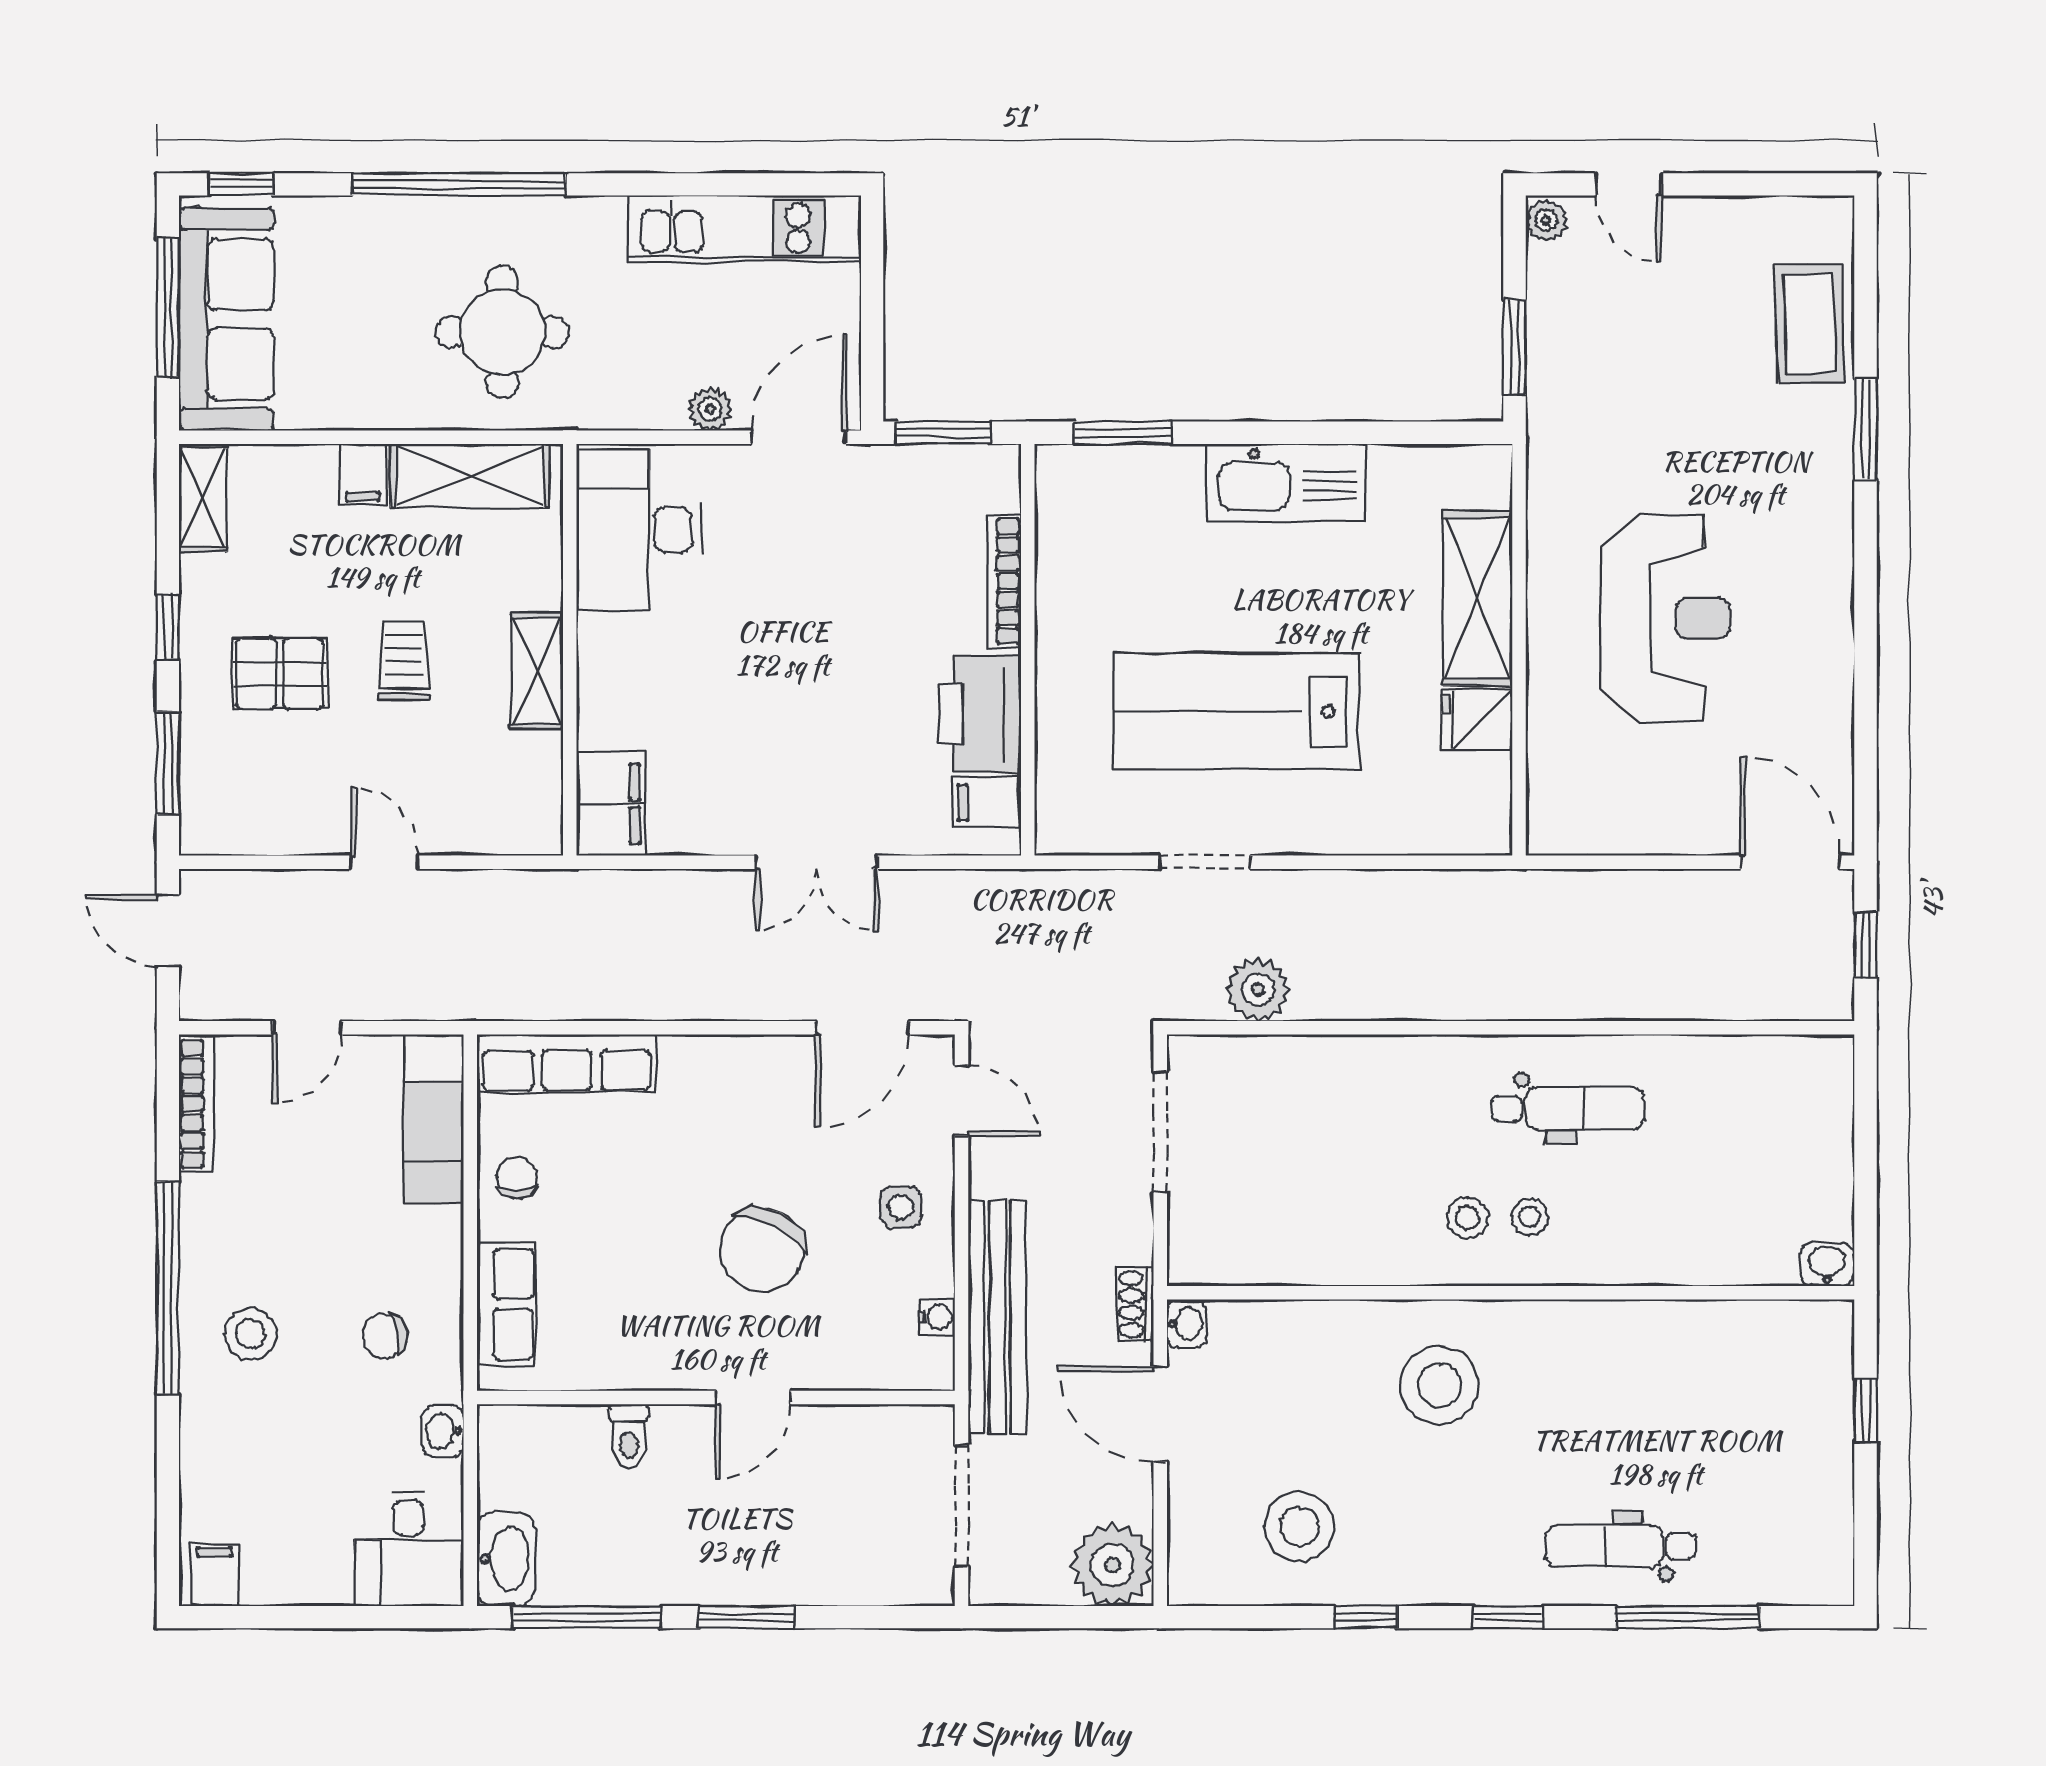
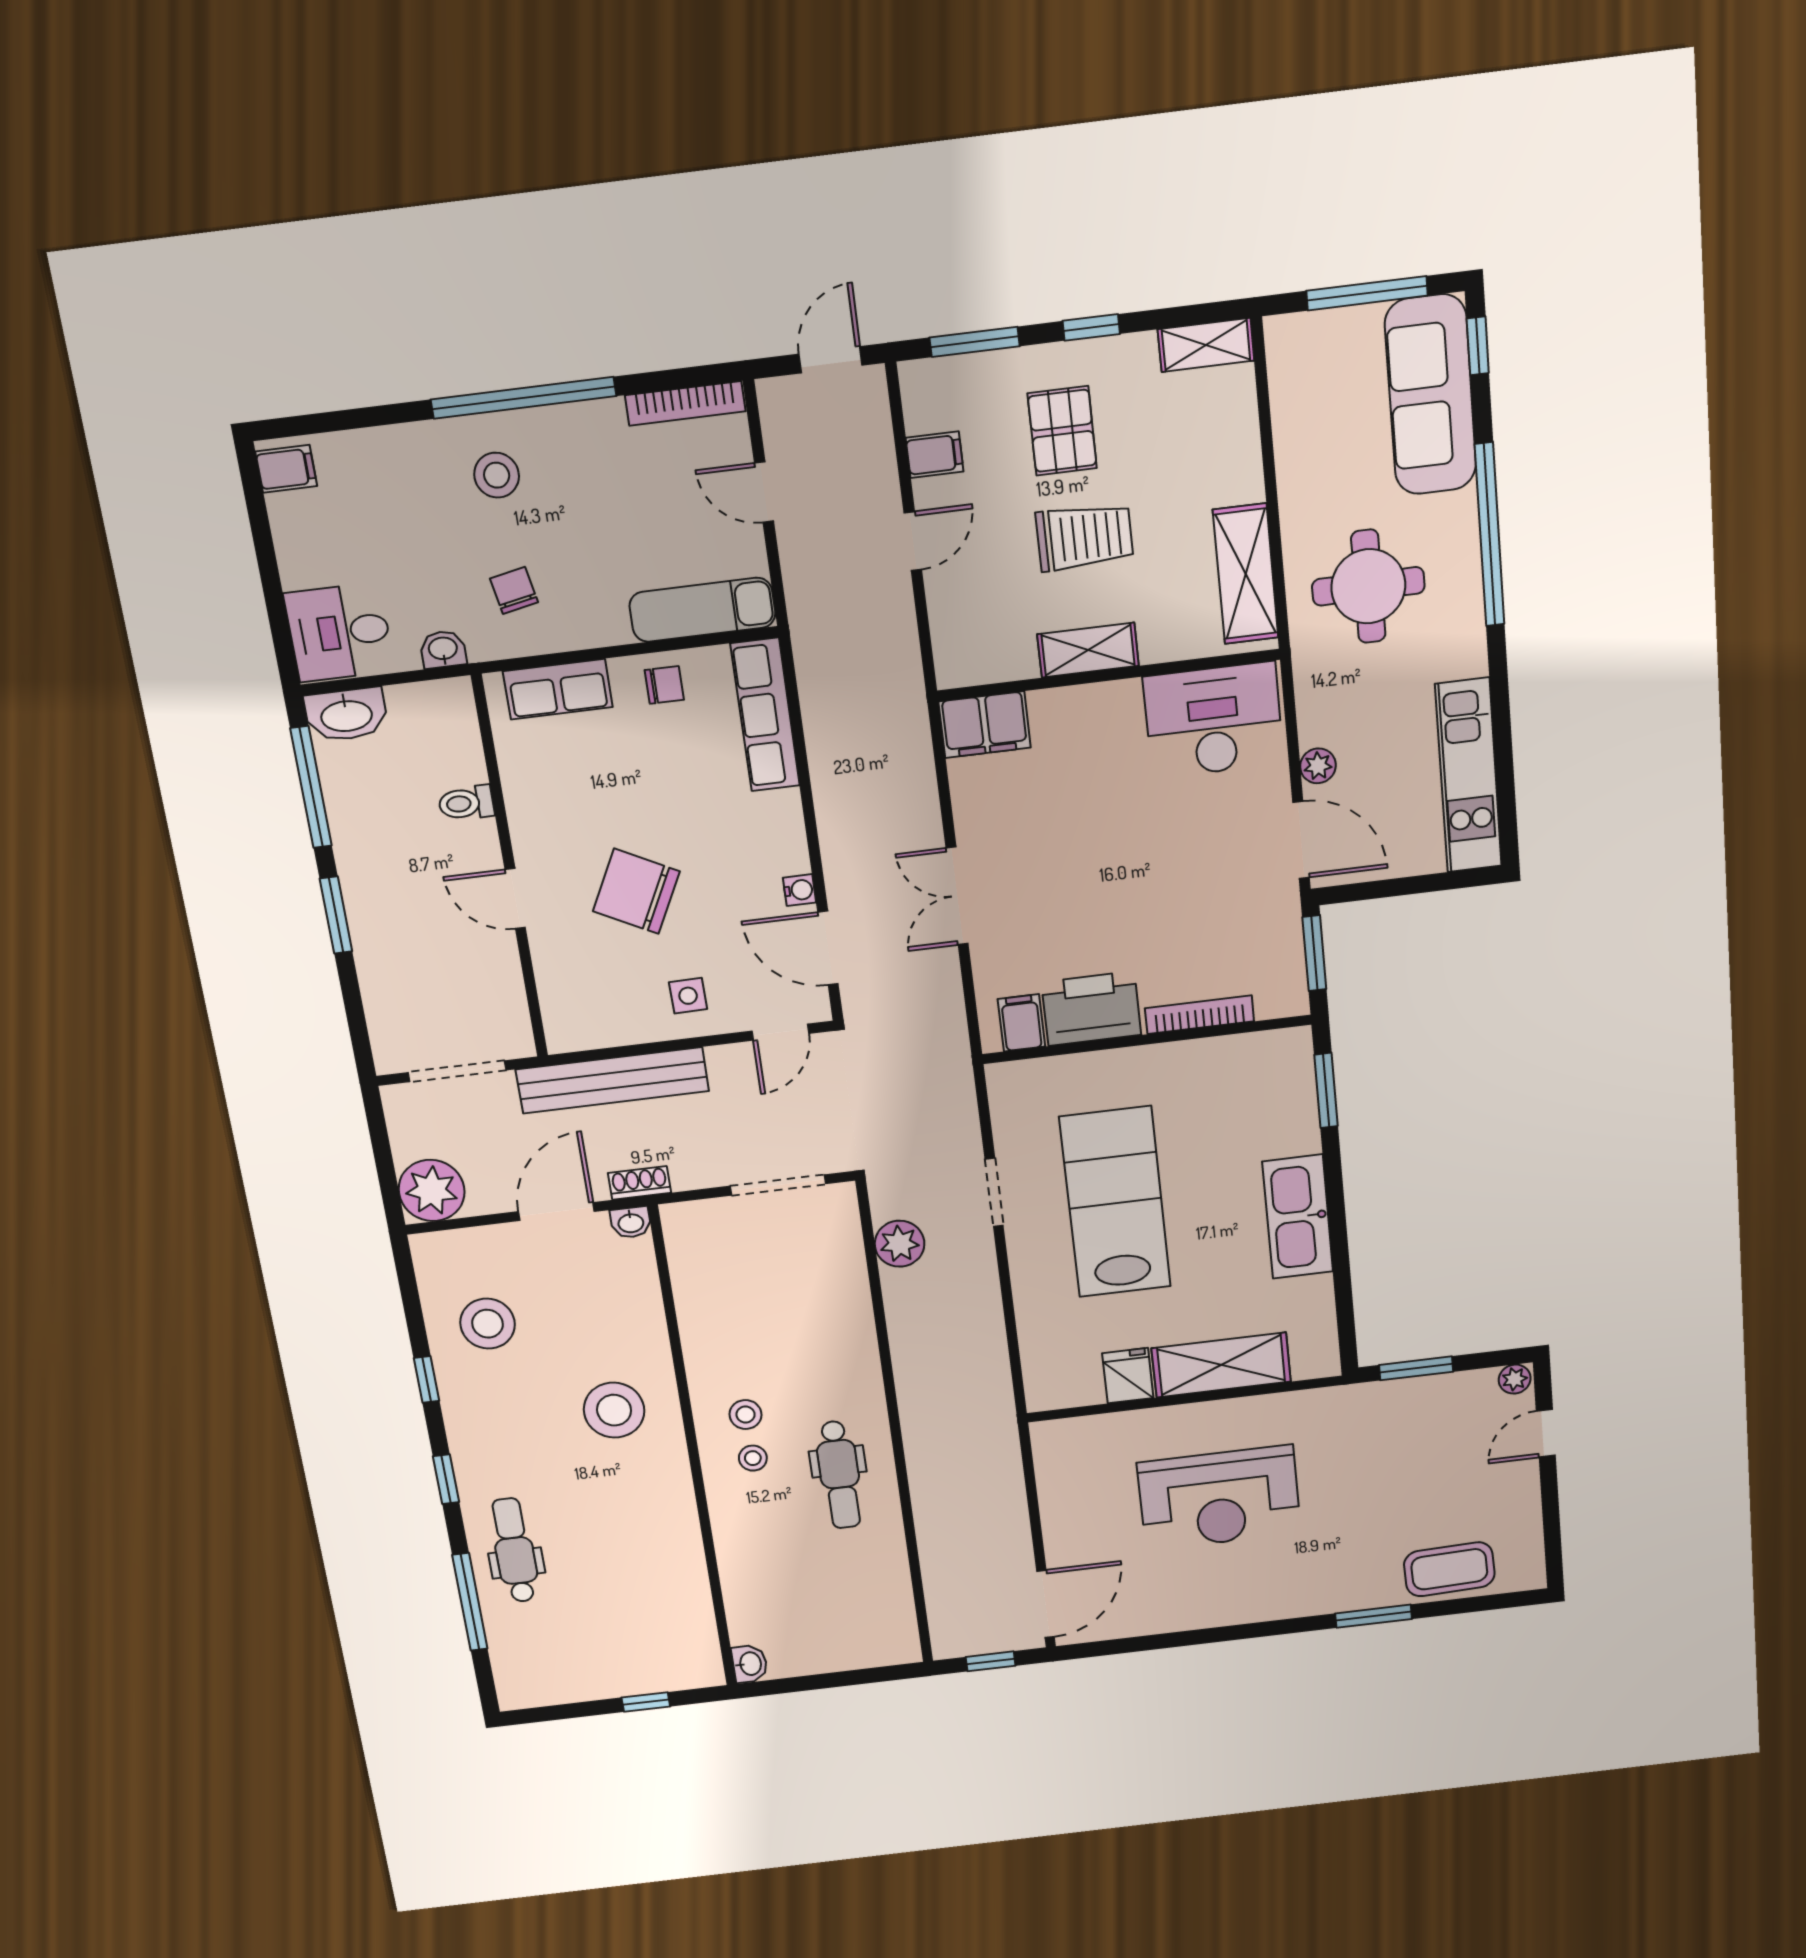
sofa: (226, 319) -> (1431, 395), moved, turned 90
filing cabinet: (363, 475) -> (935, 455), moved, turned 180
trolley: (404, 661) -> (1085, 537), width x1.36, depth x1.39
water cooler: (937, 1317) -> (799, 890), moved, turned -90

